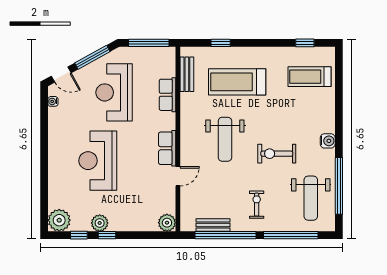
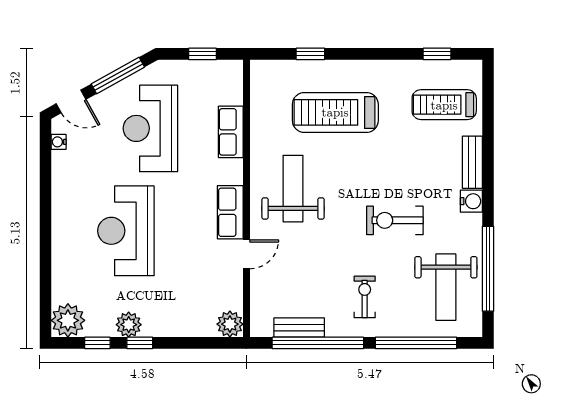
window: (149, 43) -> (202, 54), width x0.46
bench: (187, 74) -> (472, 162), moved
weight bench: (225, 139) -> (293, 189), moved, turned 180

